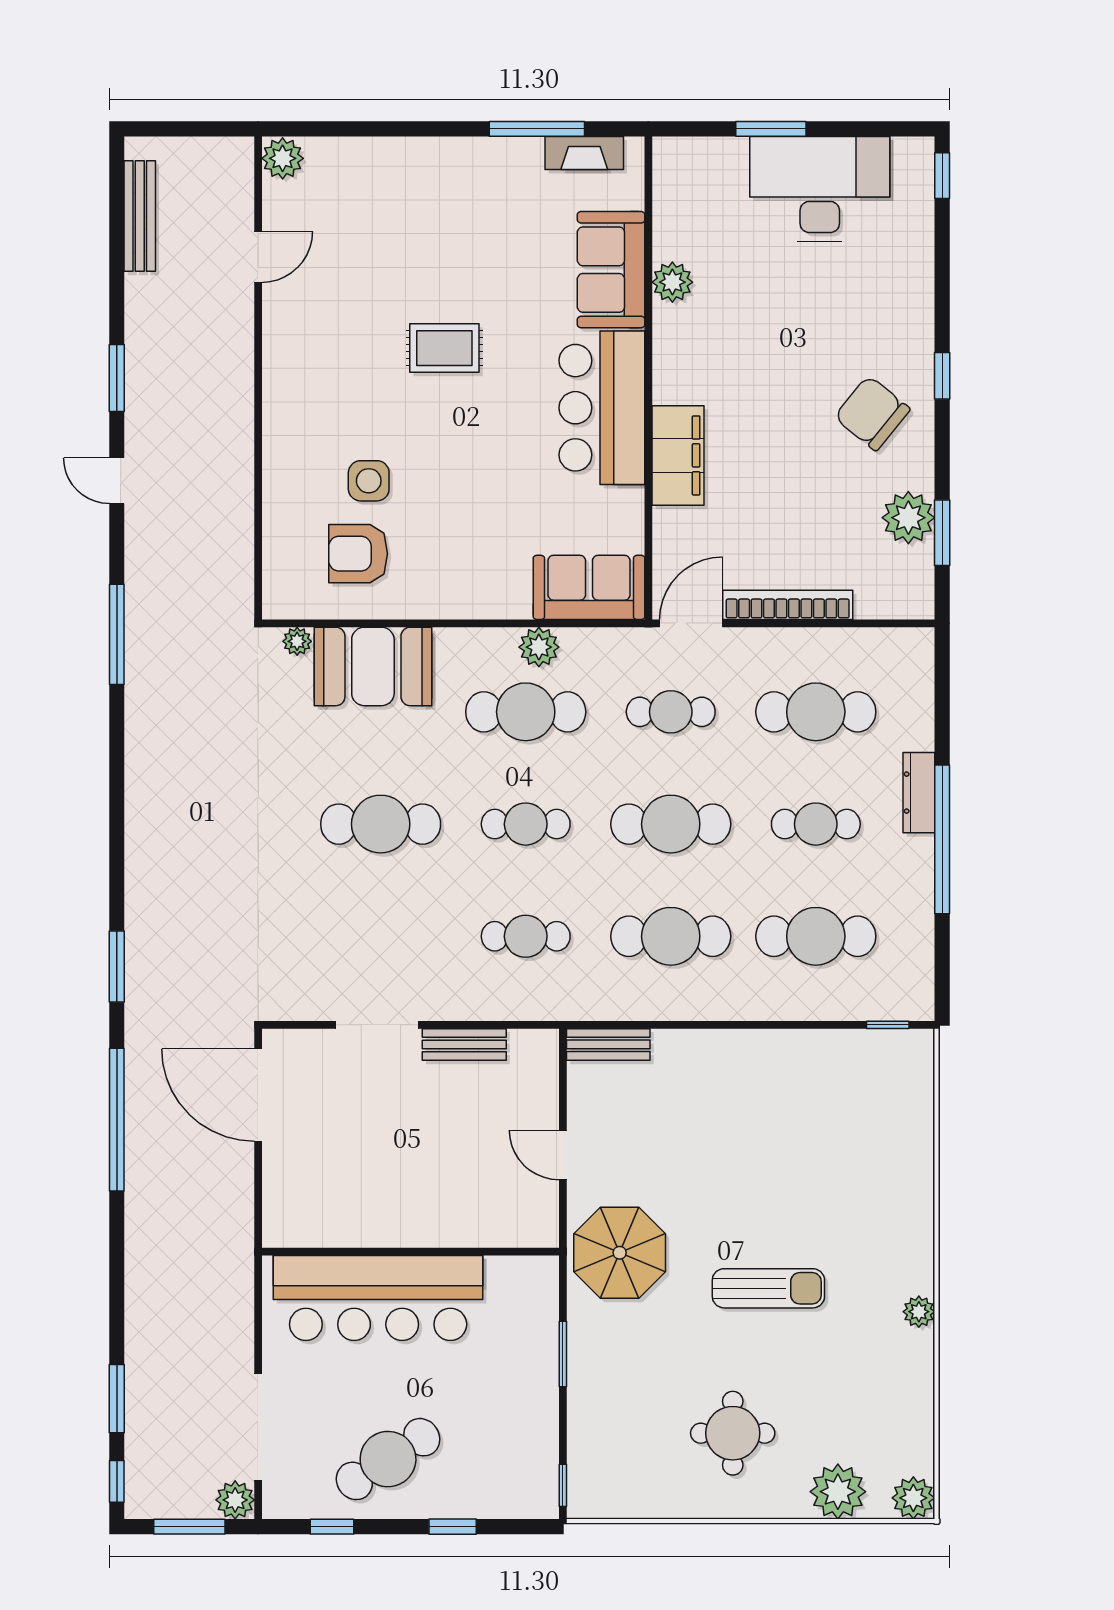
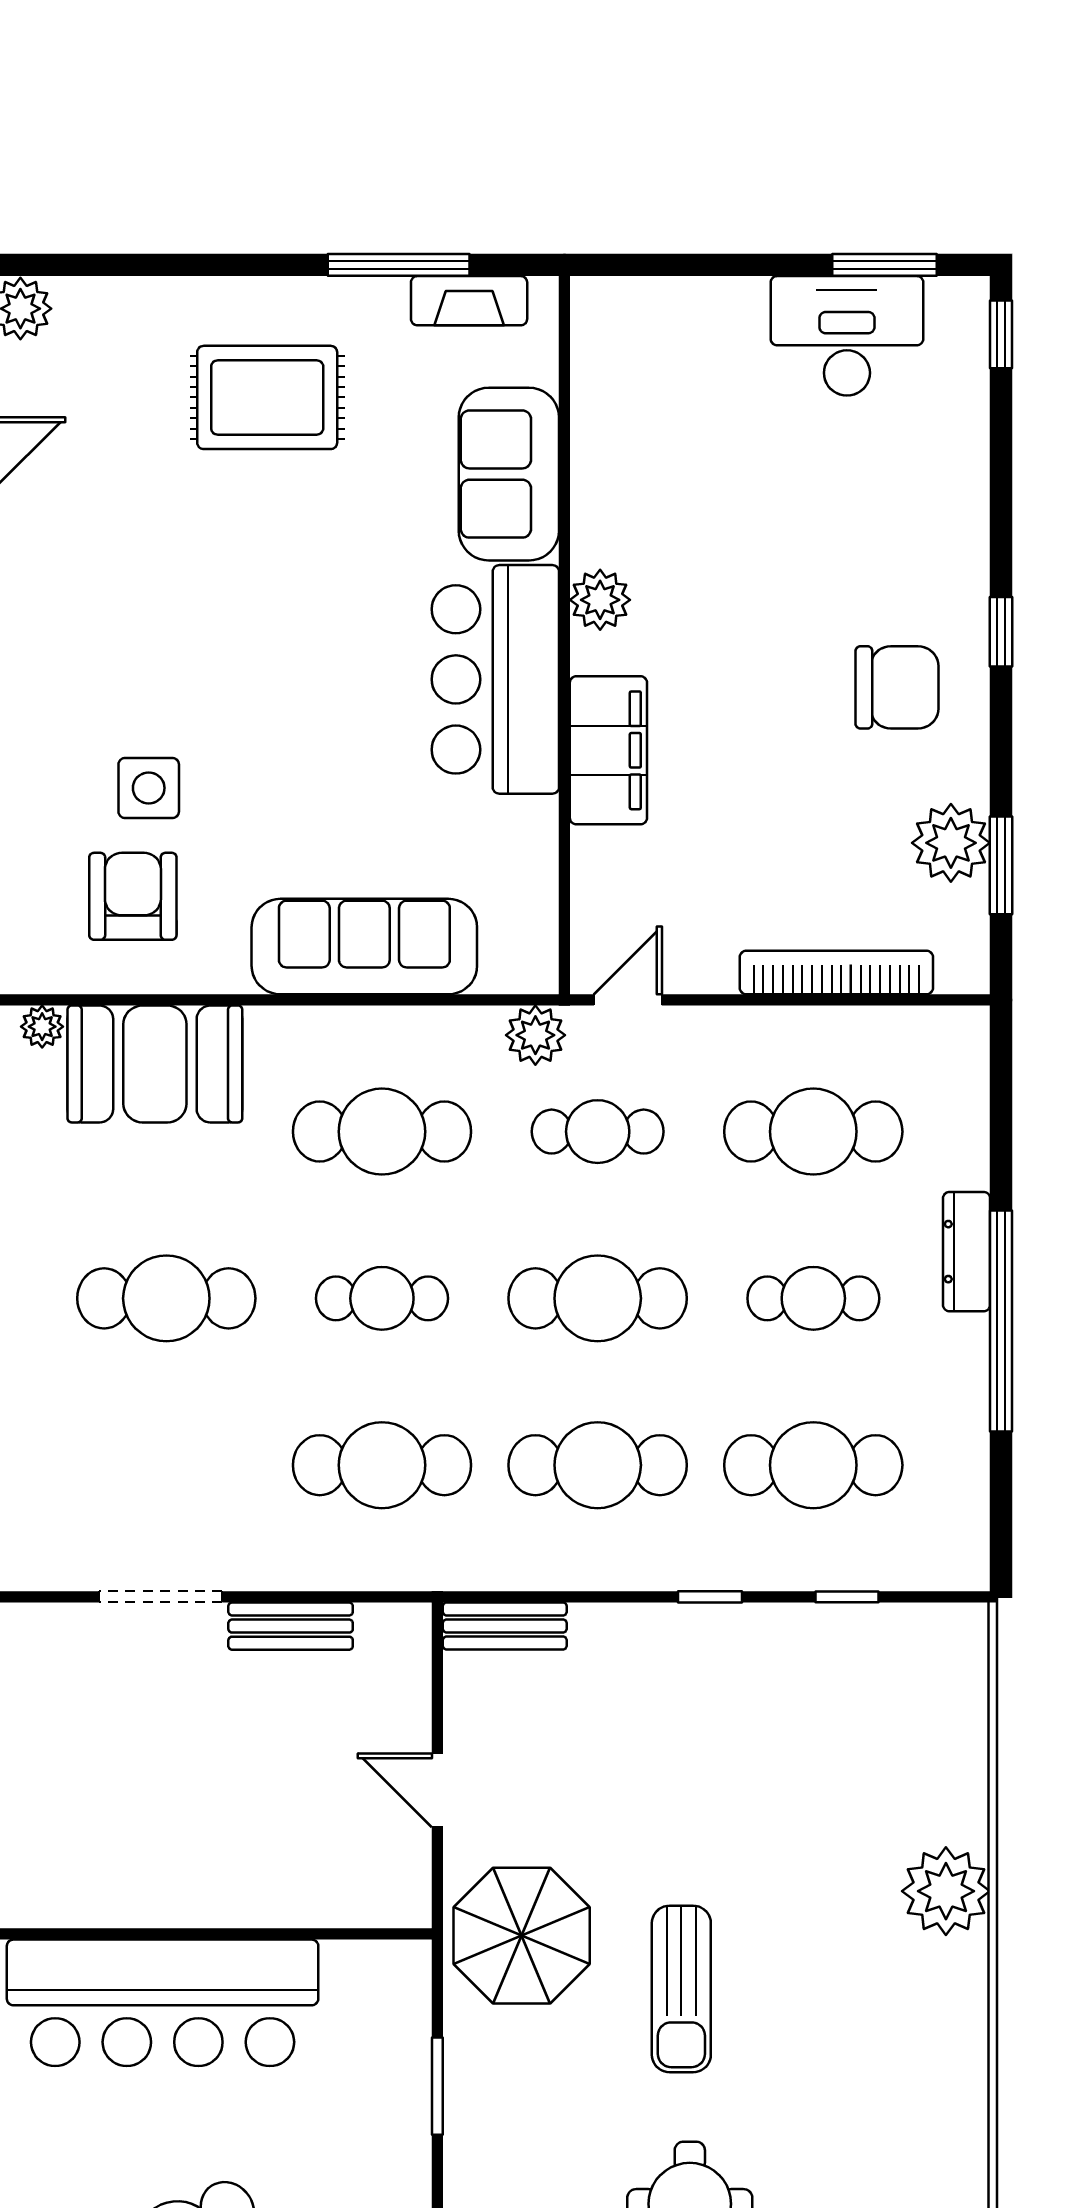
window: (771, 129) -> (885, 265), moved
desk: (820, 189) -> (847, 336), width x0.73, depth x0.77
plant: (672, 282) -> (600, 600), moved
rug: (444, 348) -> (267, 397), moved, width x1.36, depth x1.43
chair: (872, 413) -> (897, 687), turned 141
armchair: (358, 554) -> (133, 896), turned 90
sofa: (589, 587) -> (364, 947), moved, width x1.36
bookcase: (788, 605) -> (836, 972), moved
door: (691, 623) -> (628, 1000), width x0.73
plant: (539, 647) -> (535, 1035), moved
cafe table: (526, 936) -> (382, 1465), width x1.37, depth x1.35
window: (746, 1025) -> (710, 1597), added
window: (888, 1025) -> (847, 1597), moved
sun lounger: (768, 1288) -> (681, 1989), moved, turned 90
plant: (919, 1312) -> (946, 1891), moved, width x1.88, depth x1.88

